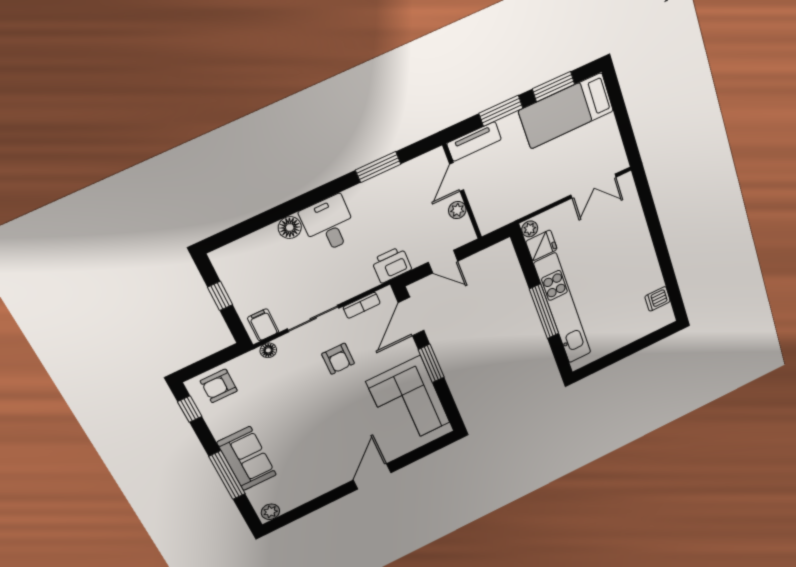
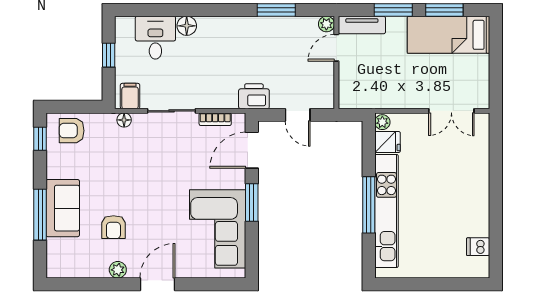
plant: (457, 210) -> (326, 24), moved
desk: (329, 224) -> (155, 38), moved
armchair: (338, 359) -> (113, 227), moved
plant: (270, 512) -> (118, 270), moved

